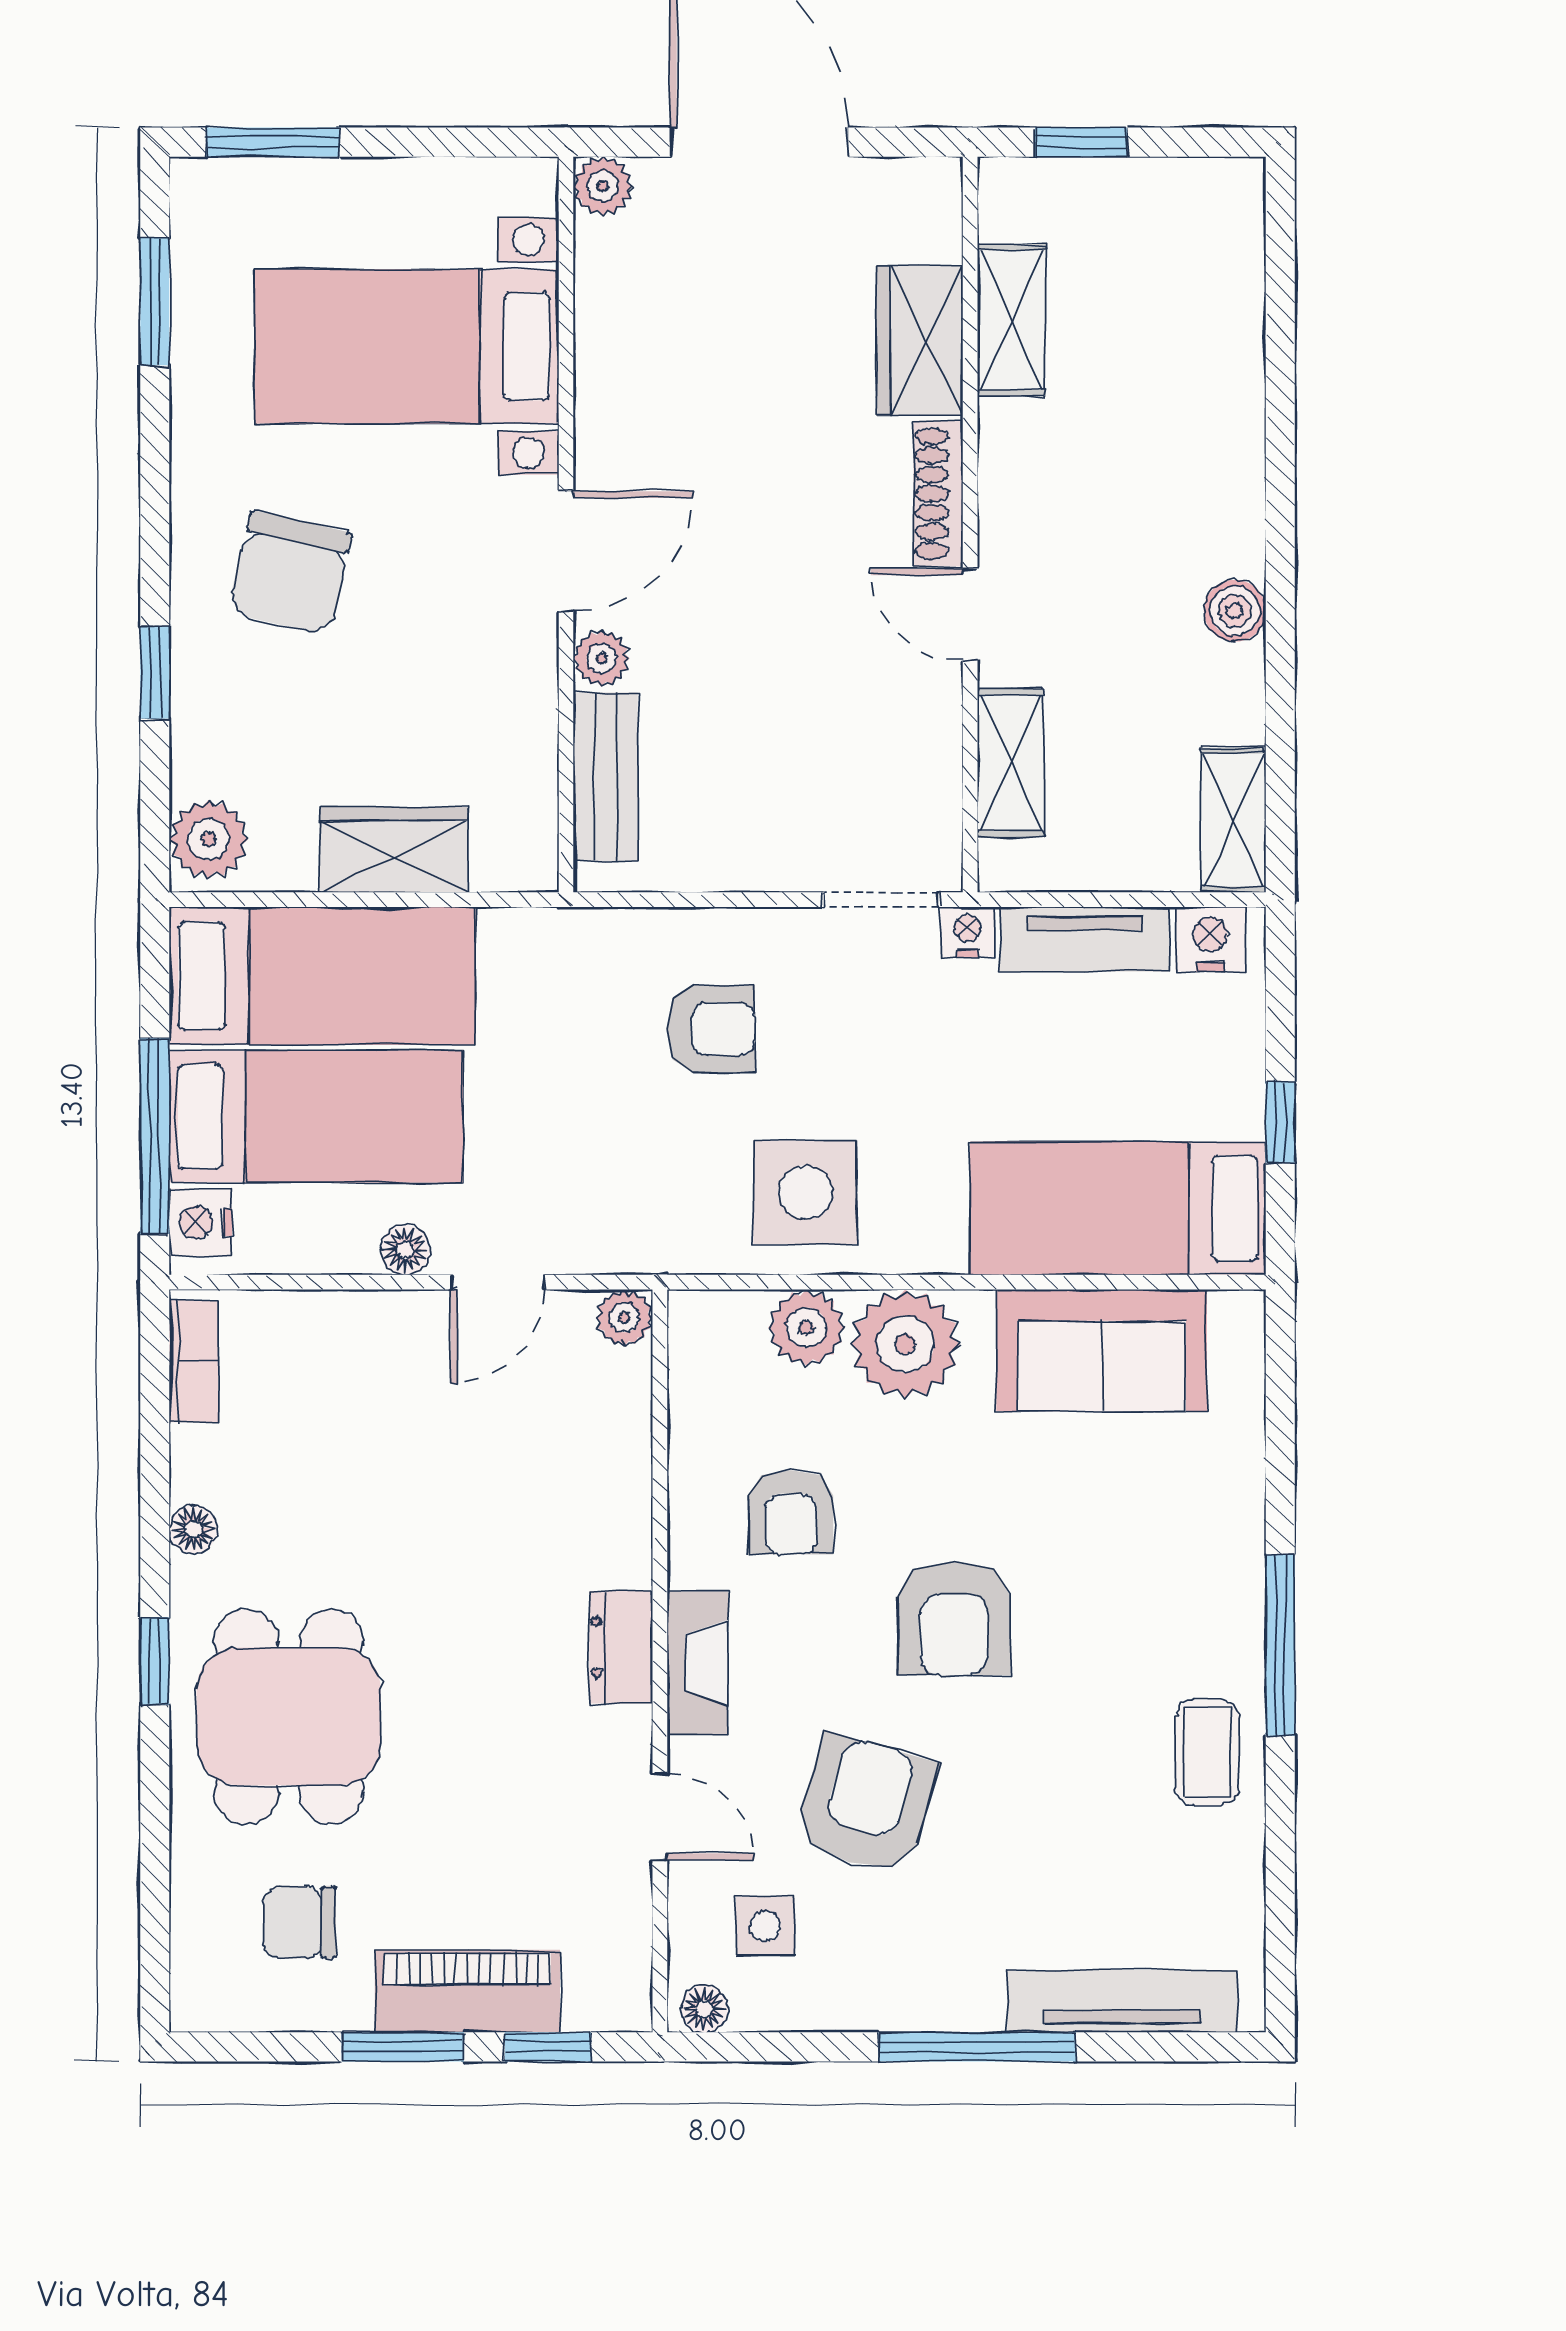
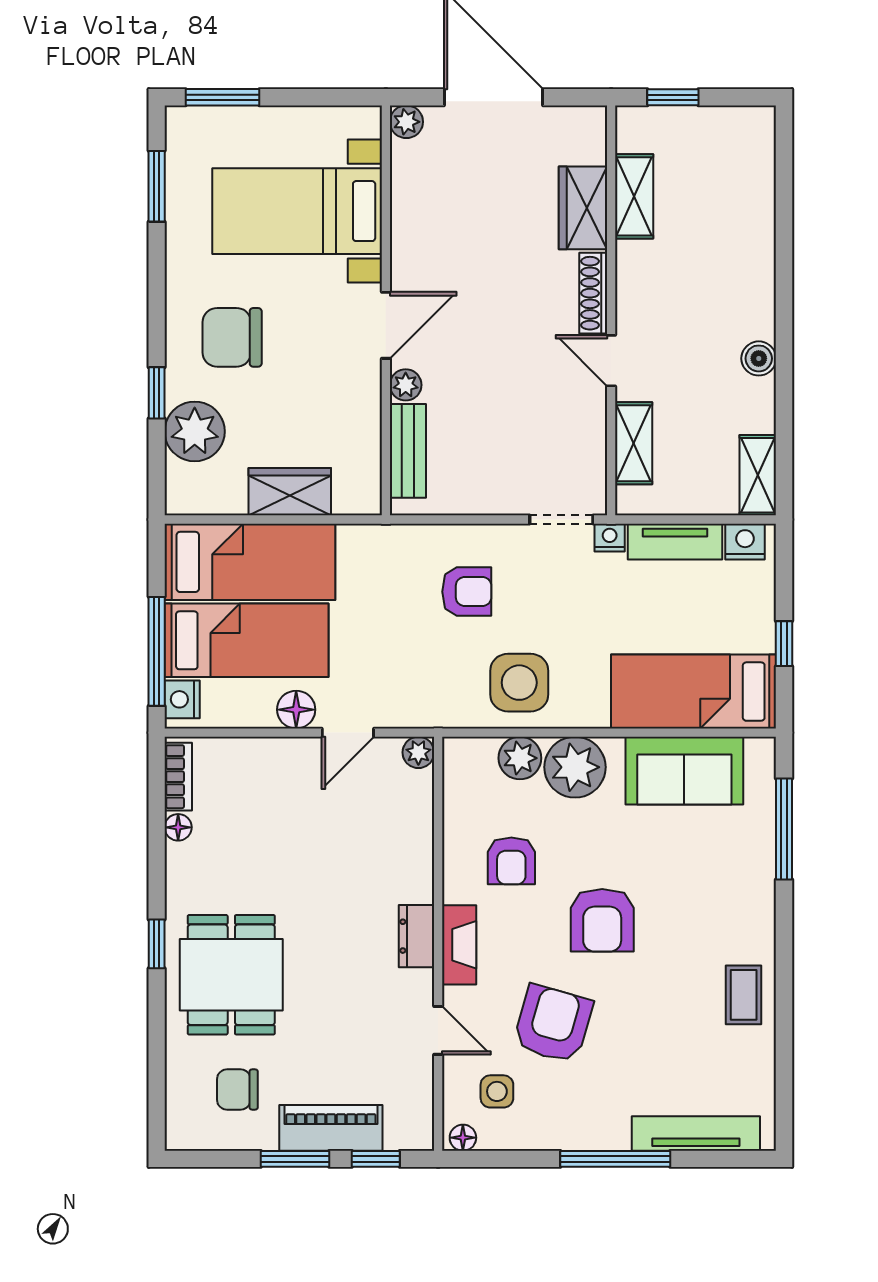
chair: (290, 573) -> (232, 337), turned 77
plant: (209, 839) -> (195, 431), moved, width x1.36, depth x1.36
floor lamp: (405, 1250) -> (296, 710), width x1.37, depth x1.37
floor lamp: (193, 1529) -> (178, 827), moved
window: (1280, 1645) -> (784, 829), moved

